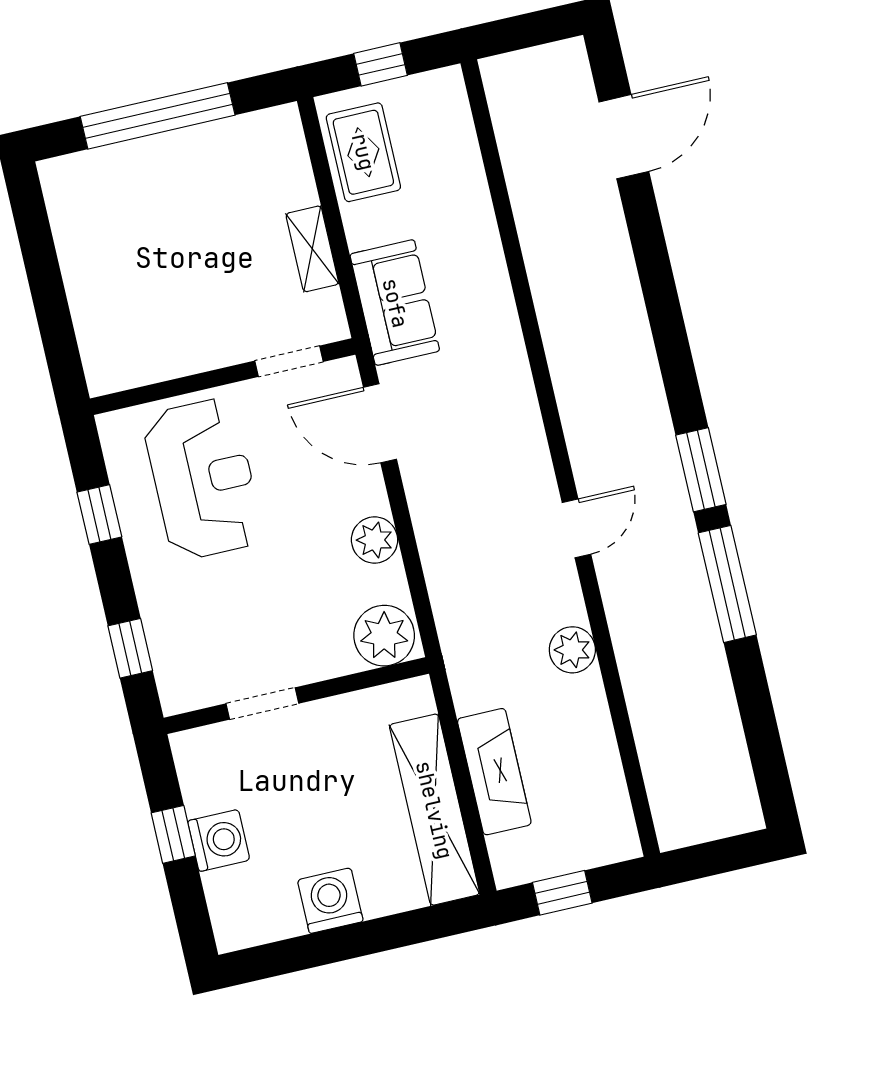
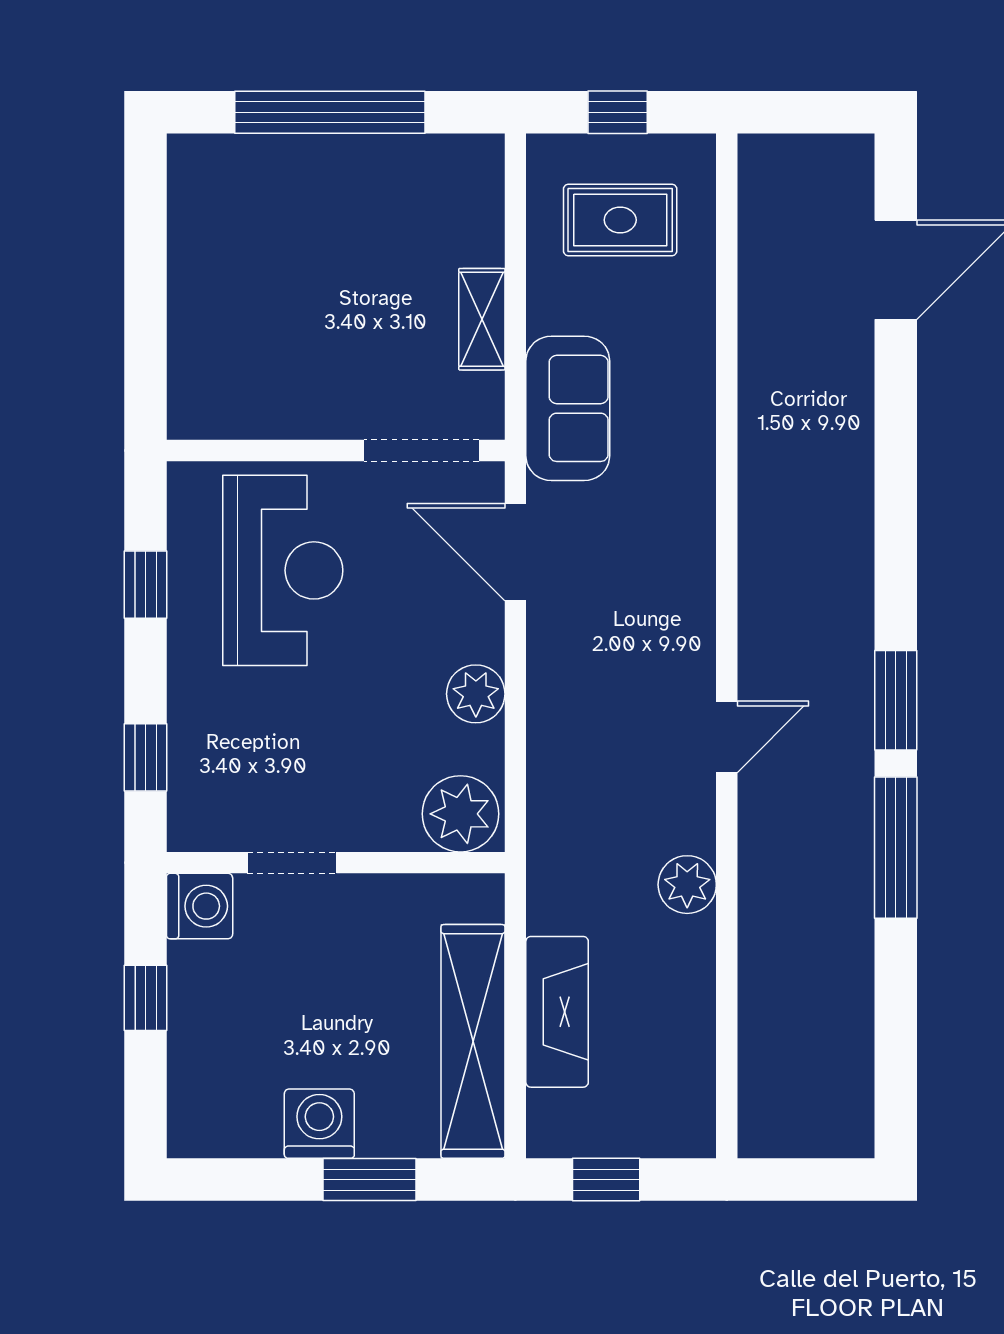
rug: (363, 152) -> (620, 220), moved, turned 90
doorway: (289, 361) -> (422, 450), width x1.38
washing machine: (219, 840) -> (200, 906), moved
window: (379, 935) -> (369, 1180), added

